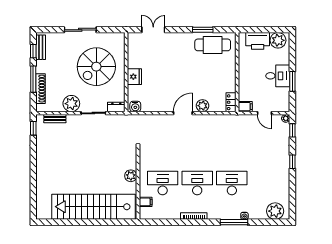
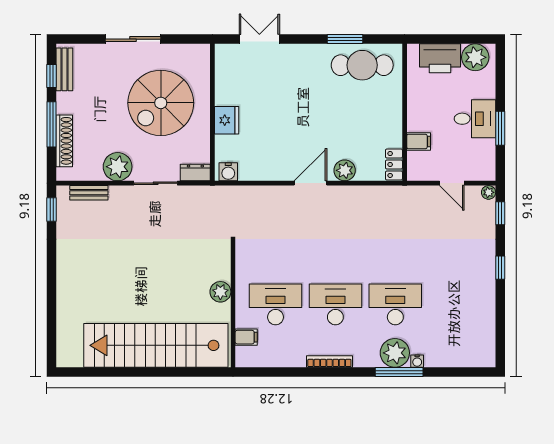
filing cabinet: (245, 107) -> (419, 141), moved
plant: (275, 211) -> (395, 353), moved

